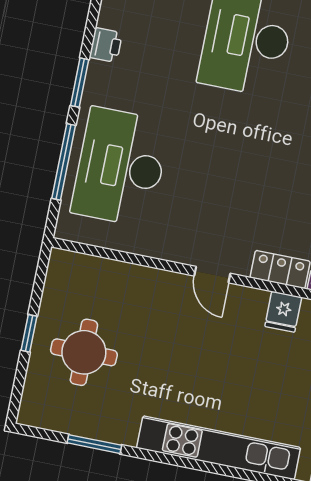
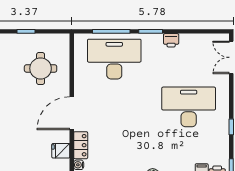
door: (212, 275) -> (72, 113), width x1.87
round table: (84, 352) -> (41, 68), moved

